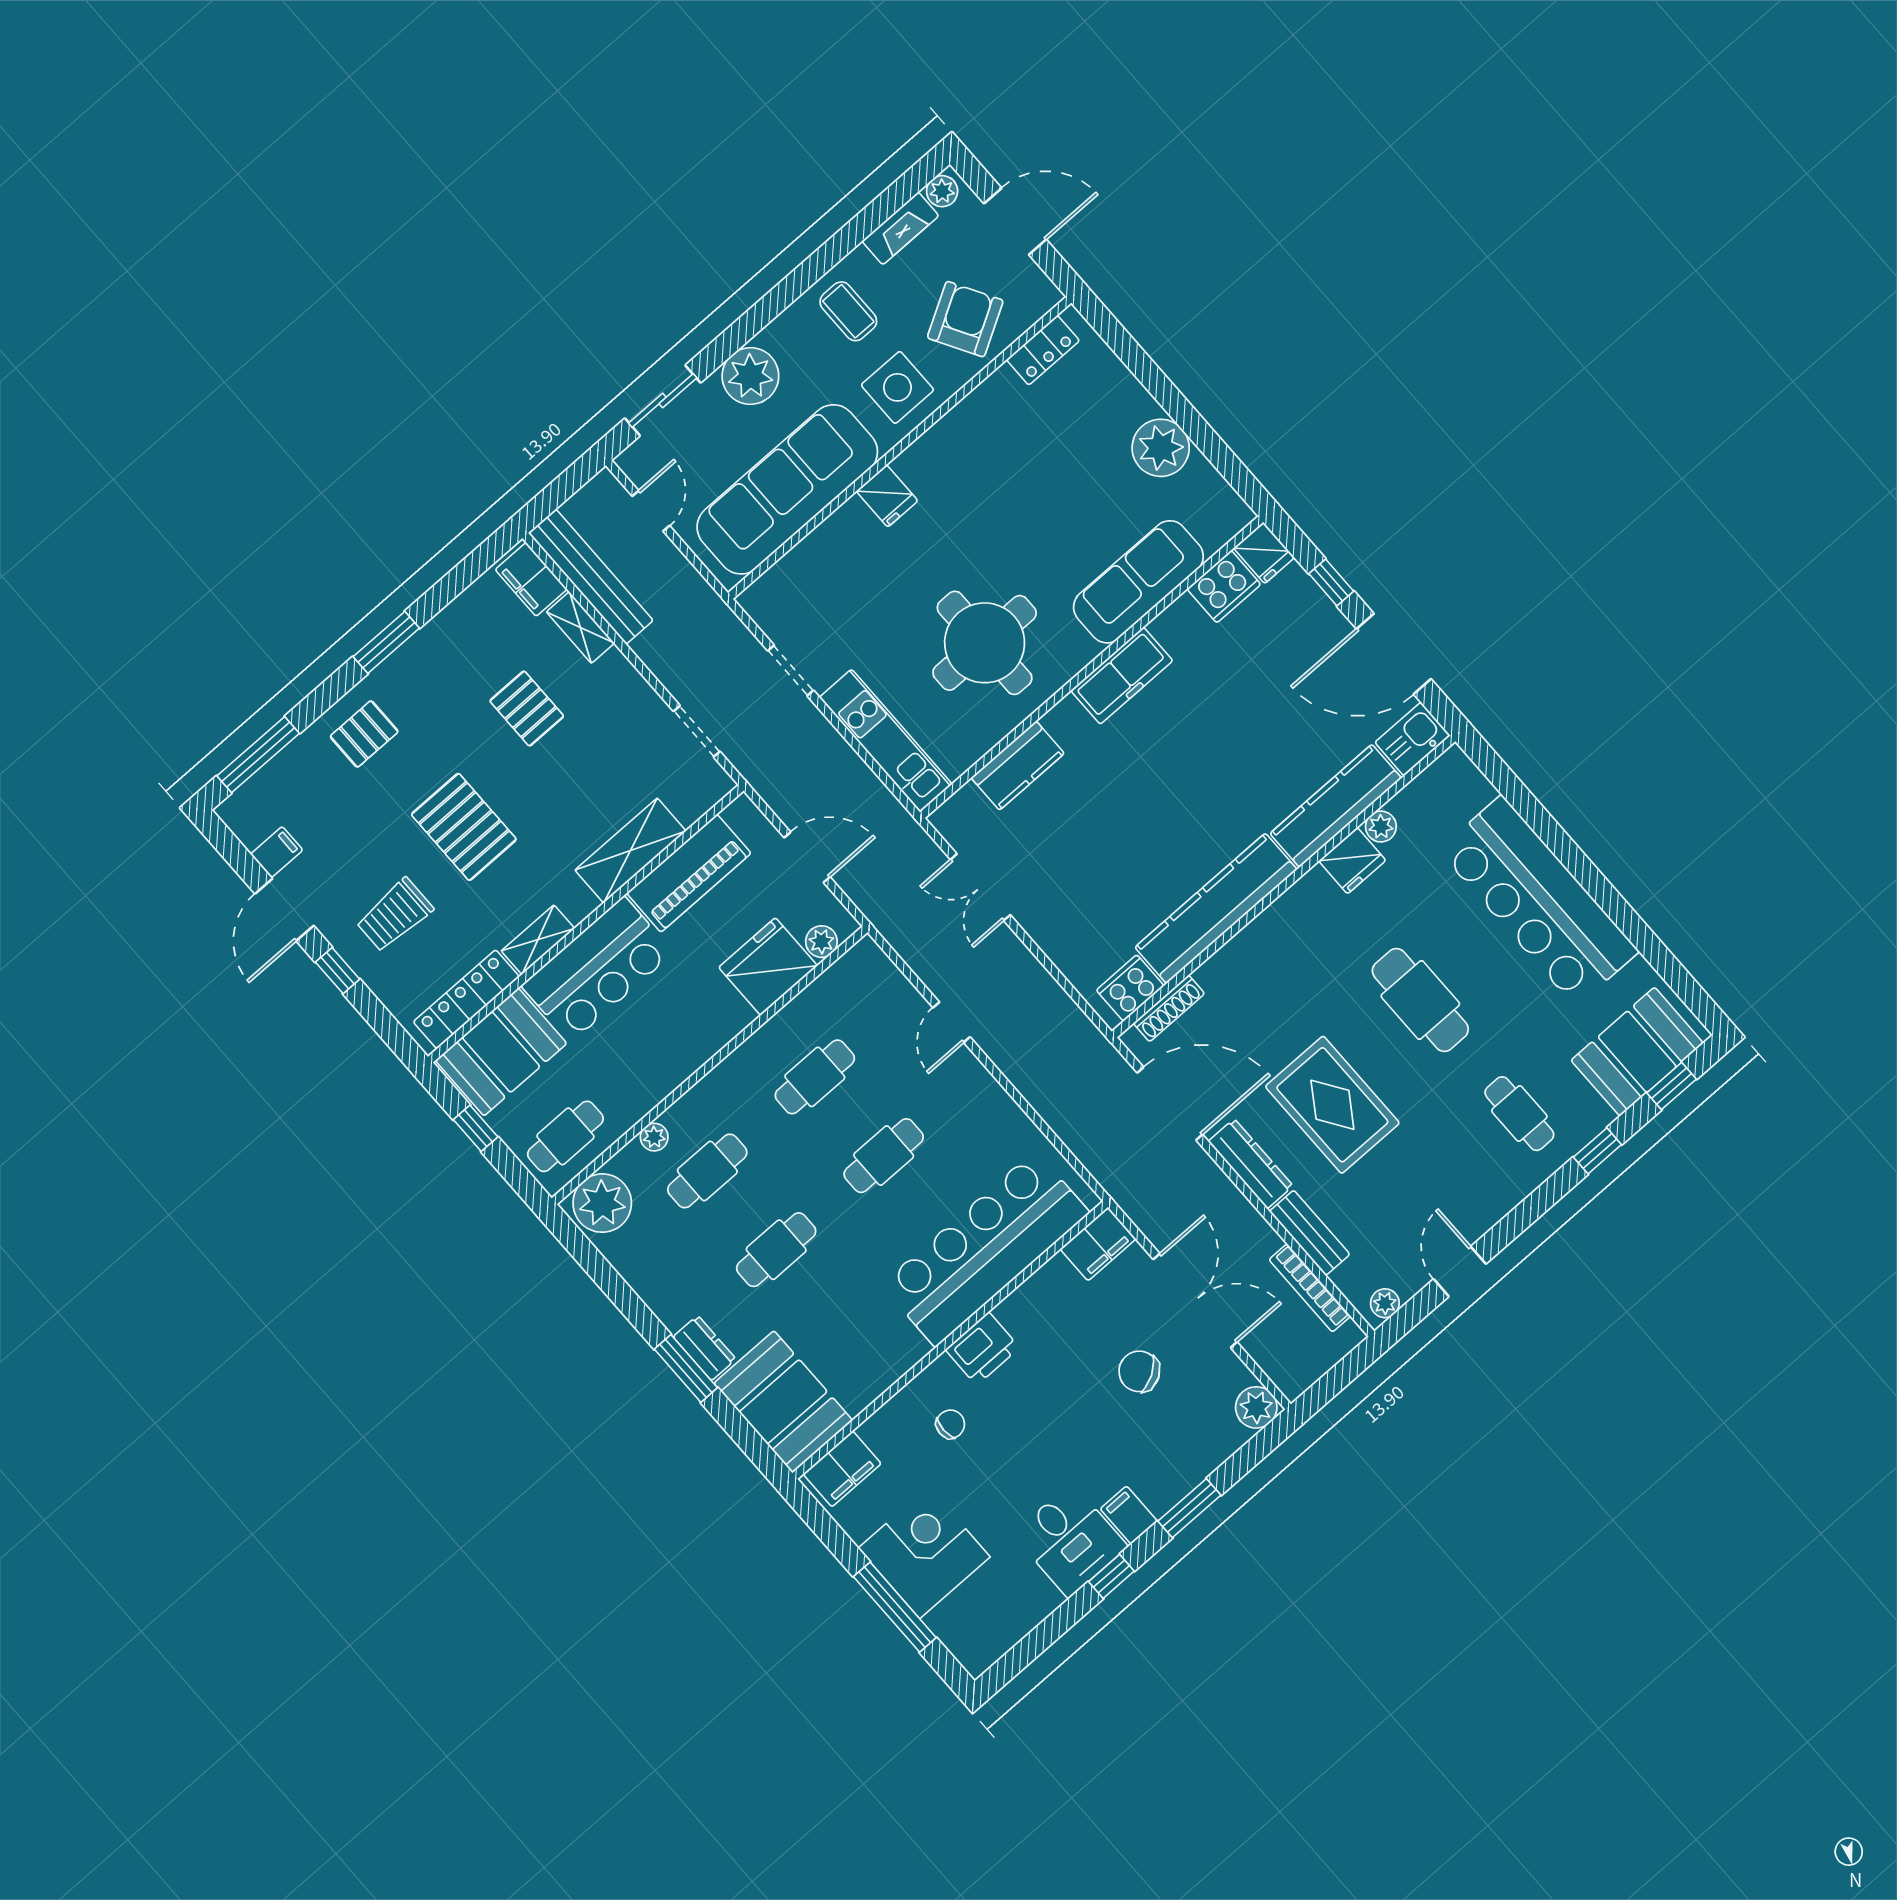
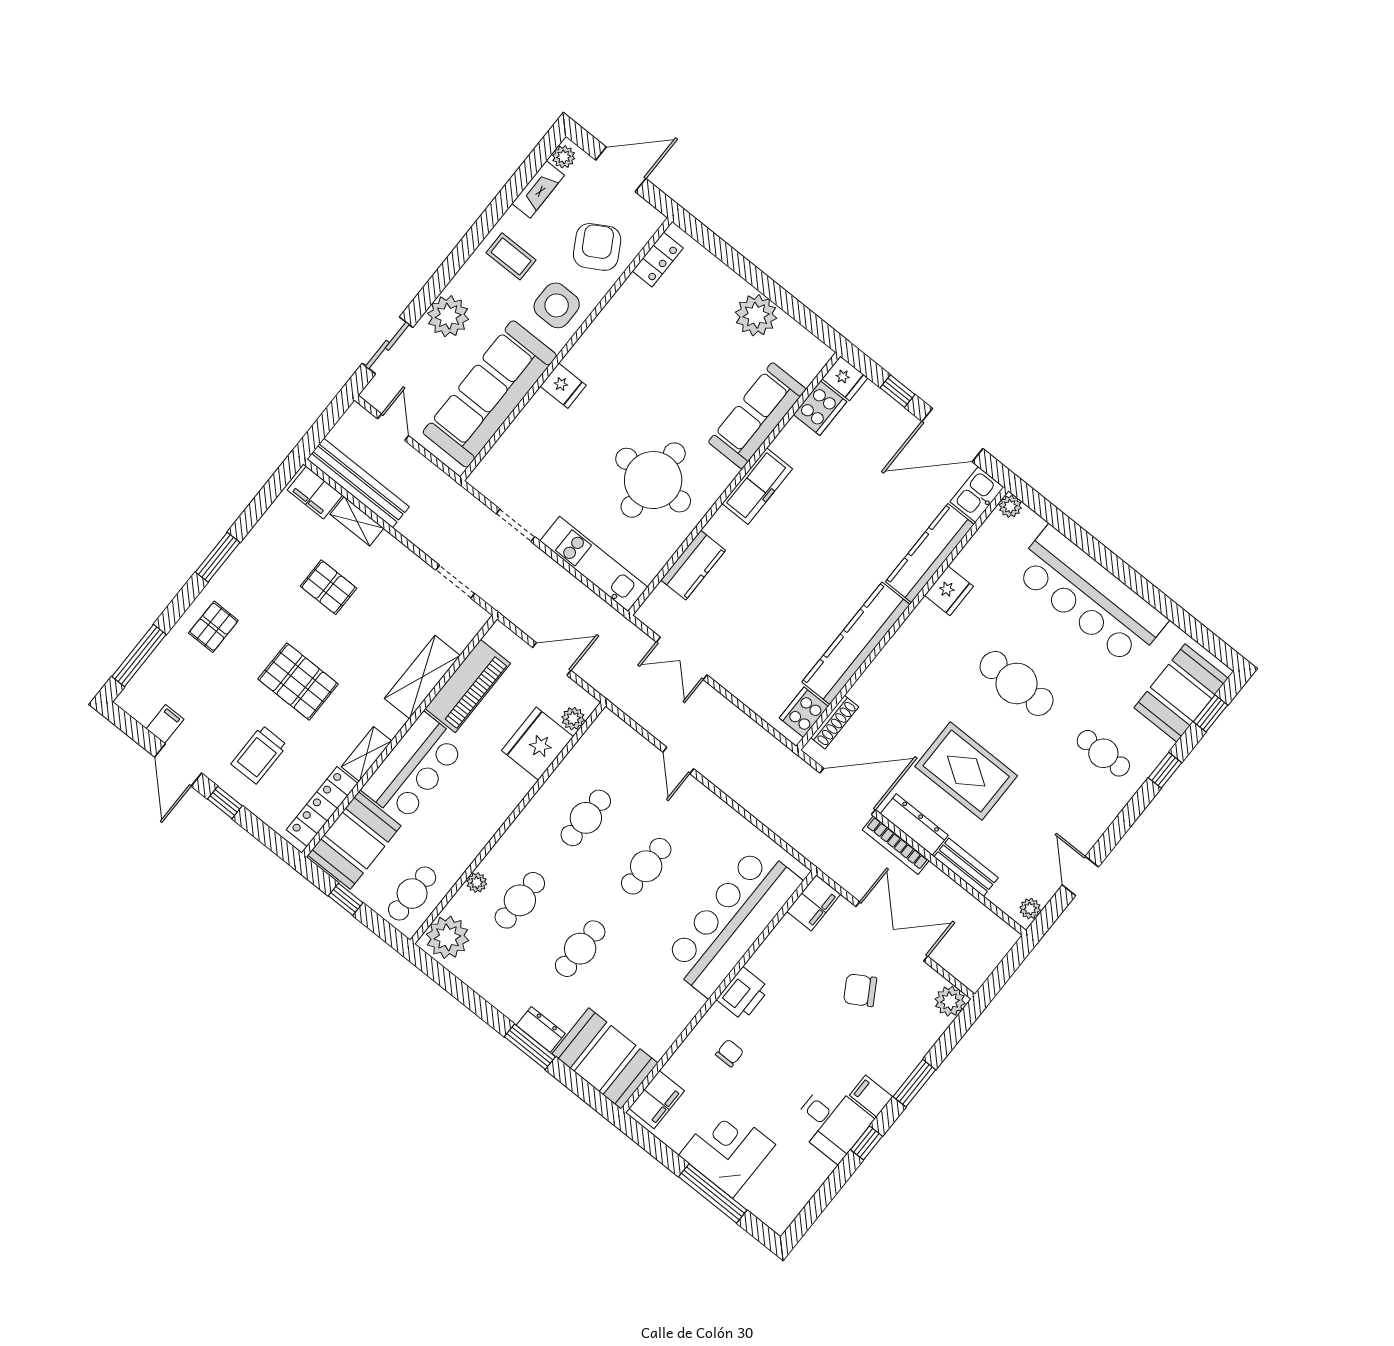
plant: (1381, 827) -> (1010, 506), moved
bookcase: (1310, 1288) -> (896, 845), moved

